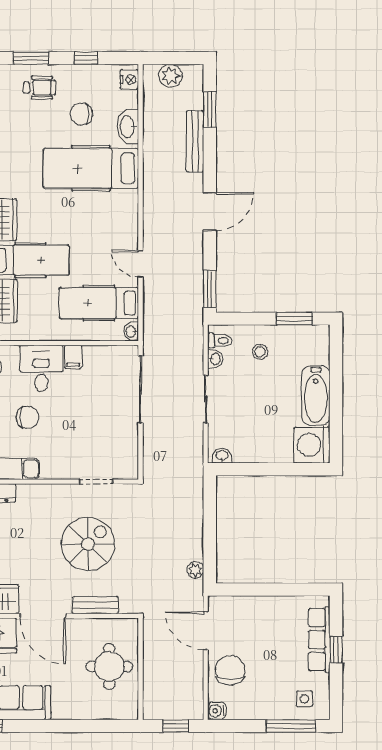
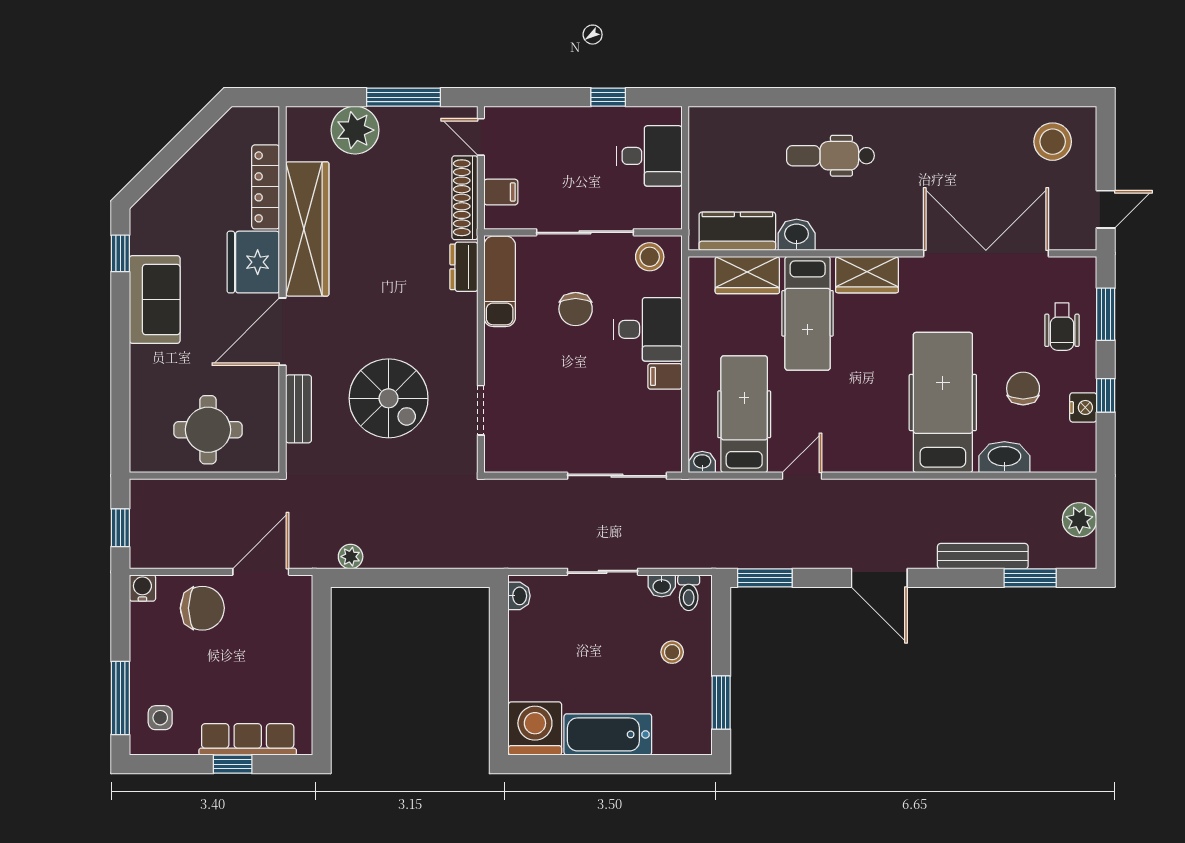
nightstand: (129, 80) -> (1083, 407), moved, turned -90

